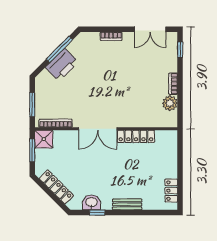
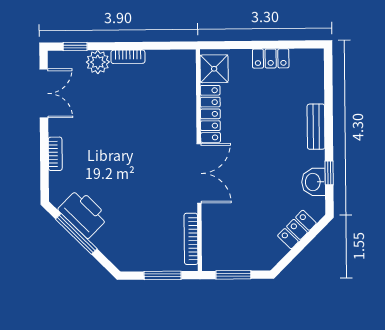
printer: (62, 65) -> (83, 213), moved
plant: (170, 103) -> (98, 62), moved
shower: (44, 139) -> (214, 69), moved
locker: (56, 187) -> (297, 229), width x0.66
locker: (171, 191) -> (271, 58), moved

